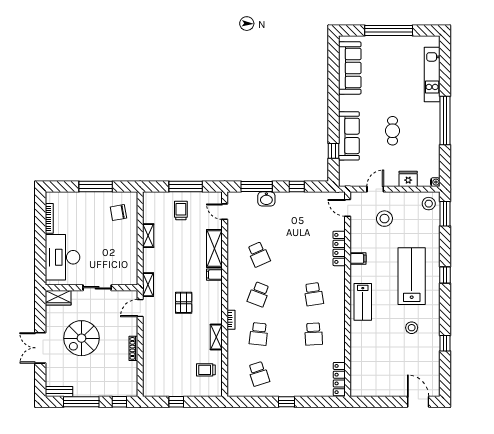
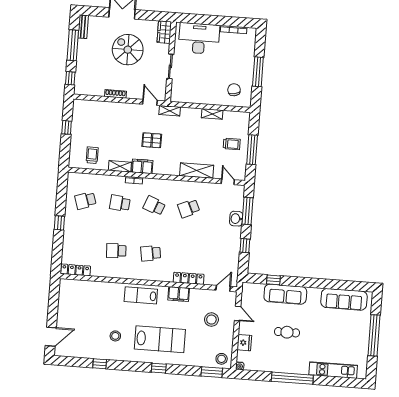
door: (225, 212) -> (228, 182), hinge flipped
filing cabinet: (358, 258) -> (179, 294), width x2.00
filing cabinet: (214, 275) -> (142, 166), moved, width x2.00

